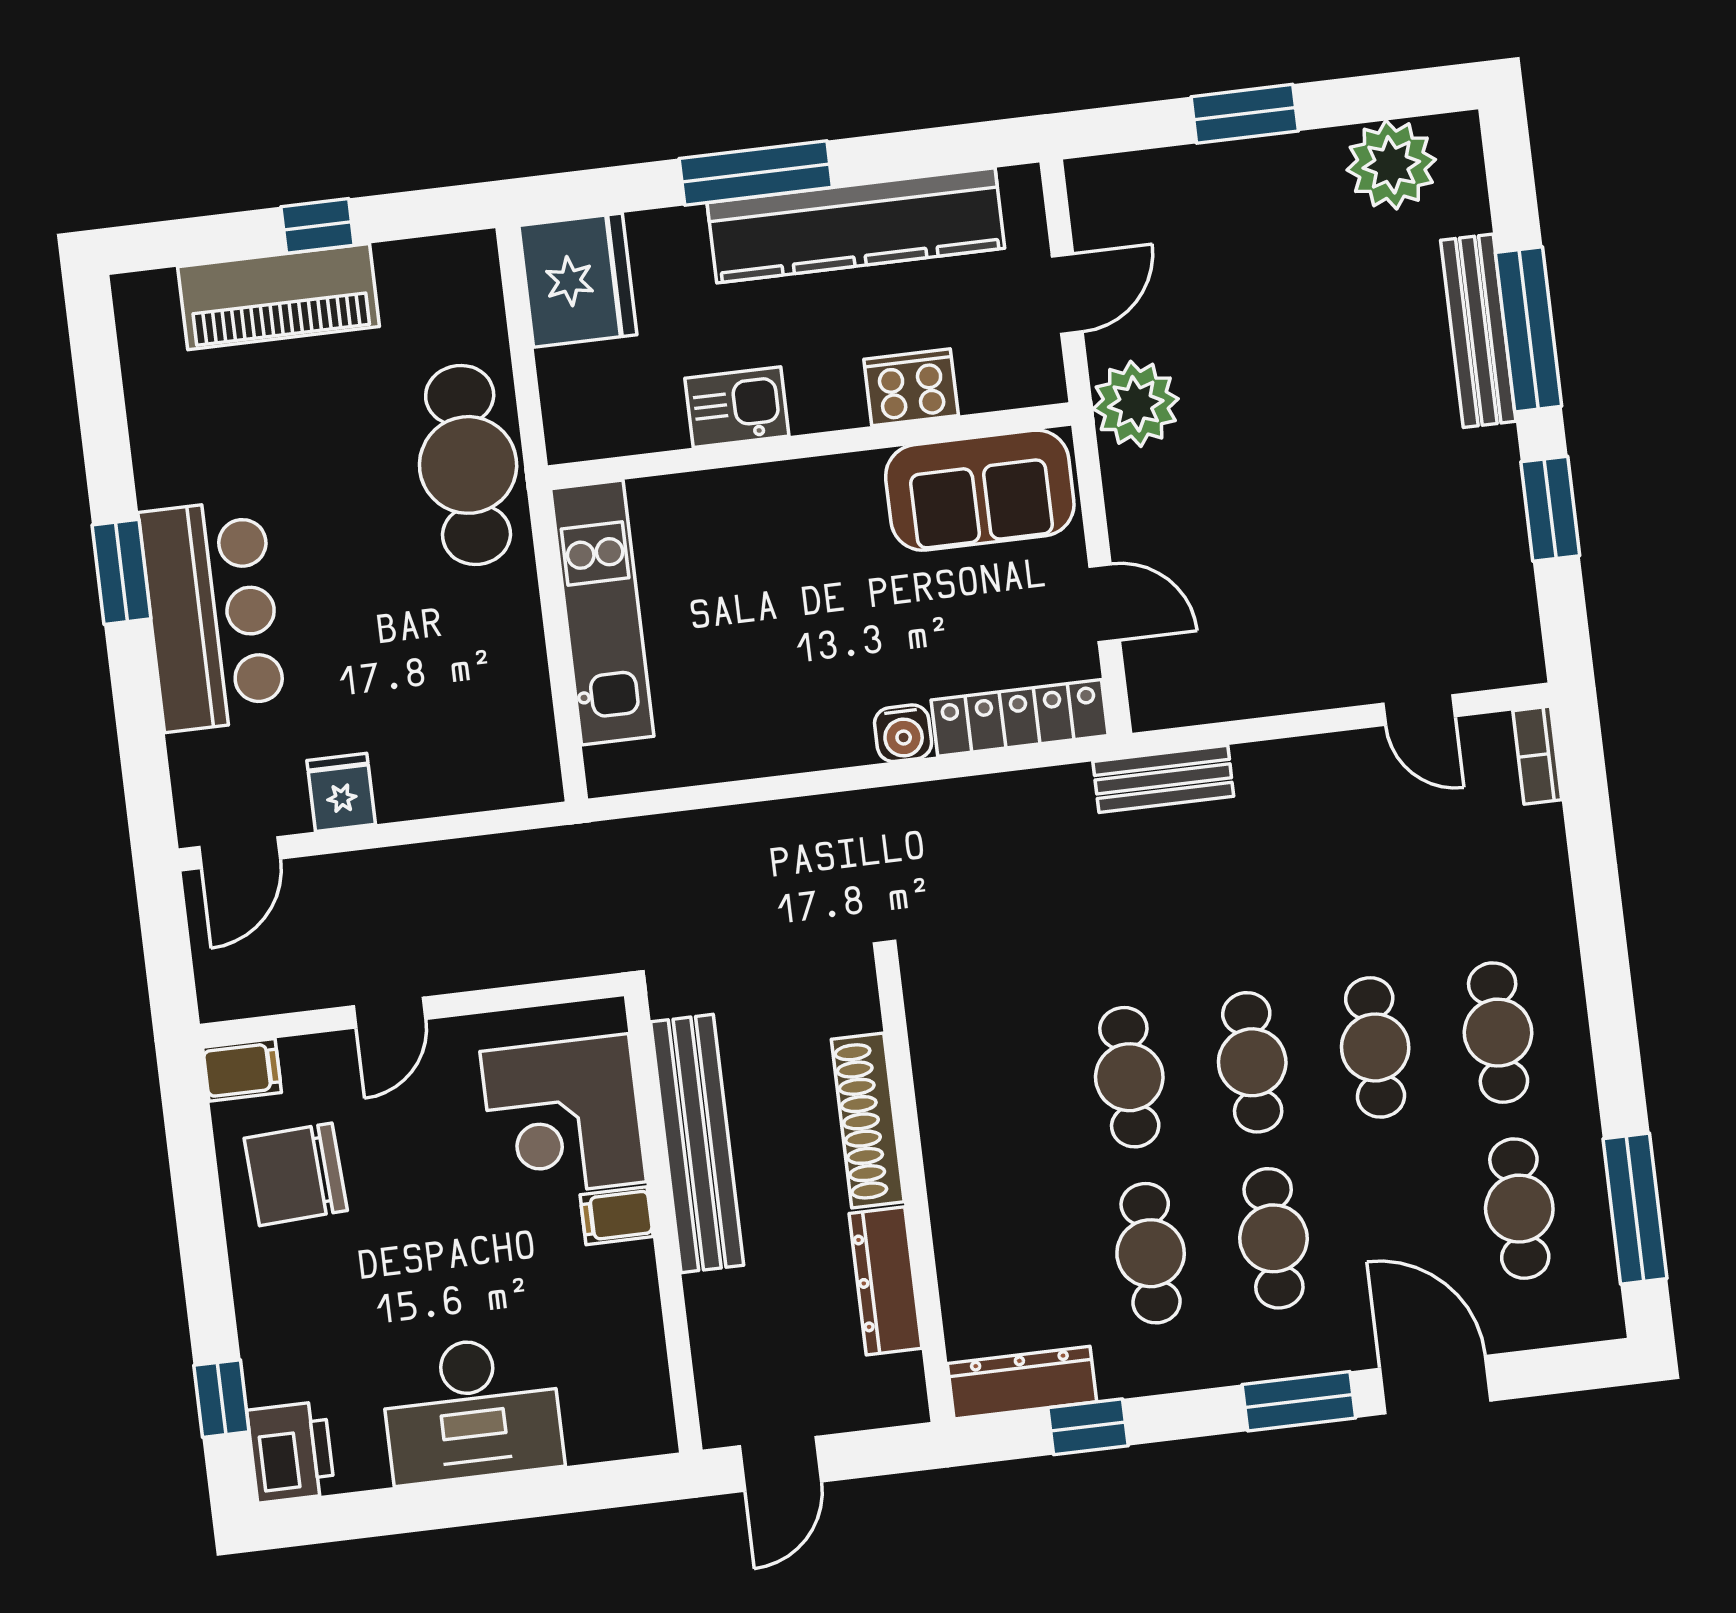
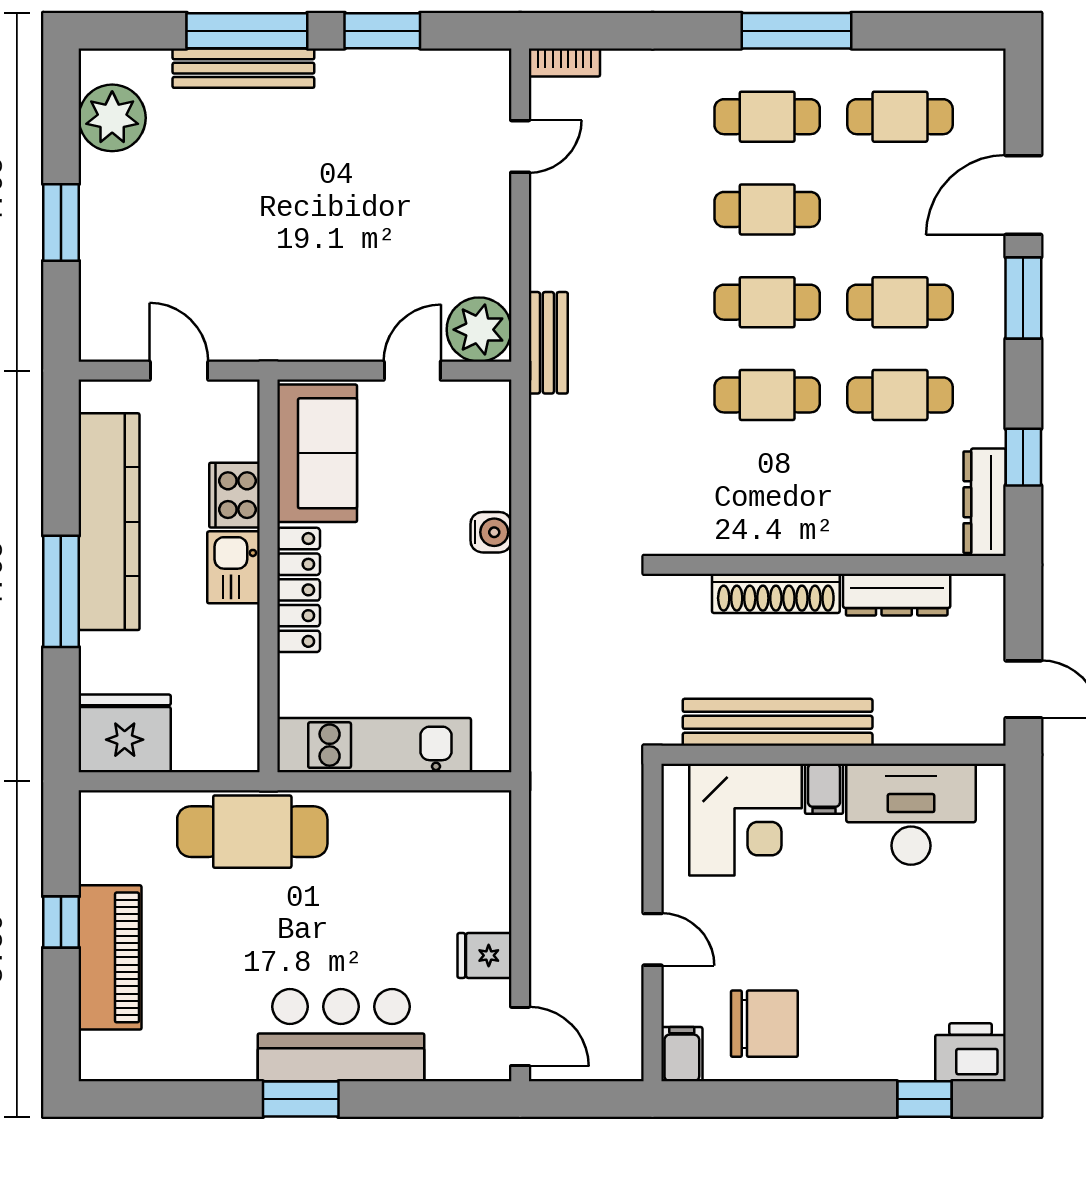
plant: (1136, 404) -> (479, 330), moved
kitchen sink: (737, 407) -> (233, 567), moved
locker: (1020, 718) -> (299, 590), moved, turned 180
chair: (296, 1174) -> (764, 1024), turned -87
window: (1635, 1209) -> (796, 31), moved
desk: (472, 1409) -> (911, 814), moved, turned -90

